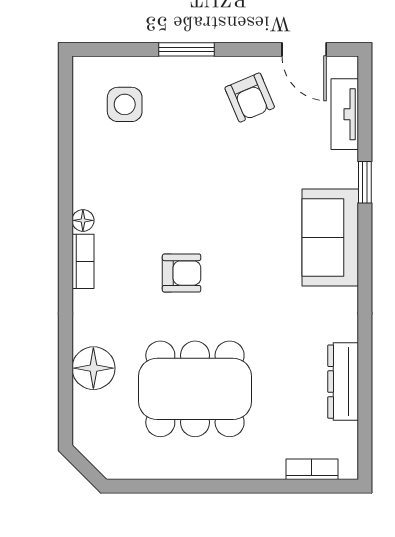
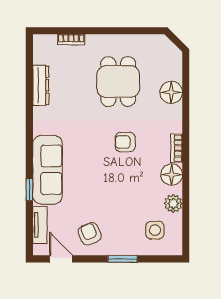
plant: (90, 156) -> (173, 203), added
floor lamp: (83, 220) -> (172, 175), width x1.89, depth x1.89
sofa: (330, 238) -> (48, 170), width x1.36
dining table: (195, 389) -> (118, 82), width x0.73
bookcase: (312, 469) -> (71, 40), moved

